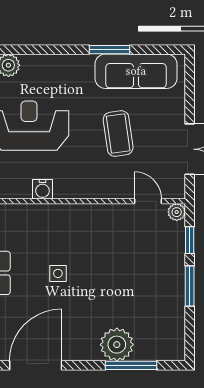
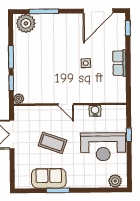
sofa: (136, 71) -> (49, 178), width x0.73
coffee table: (118, 134) -> (52, 143), turned -63
door: (148, 201) -> (66, 104), moved
plant: (117, 345) -> (26, 23), moved

